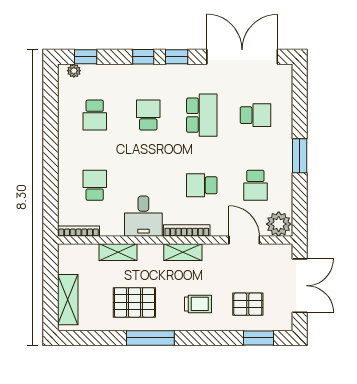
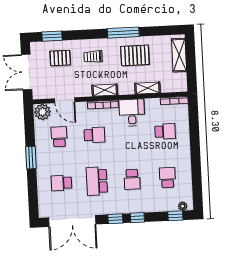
school desk: (95, 185) -> (165, 131), turned -90

